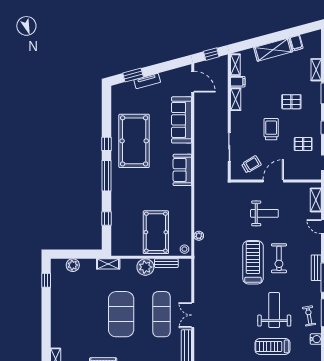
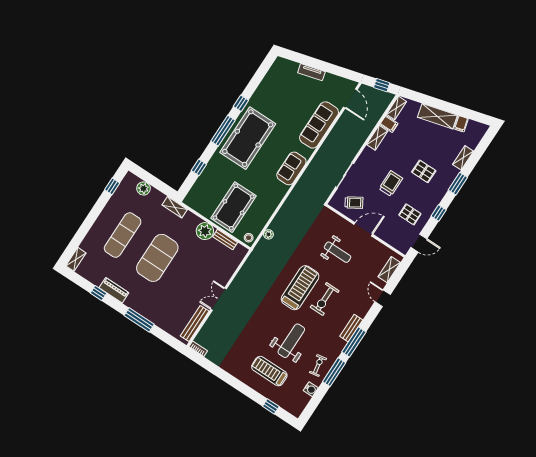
window: (133, 75) -> (303, 59), removed
pool table: (134, 141) -> (248, 138), moved
exercise mat: (162, 314) -> (123, 235), moved

